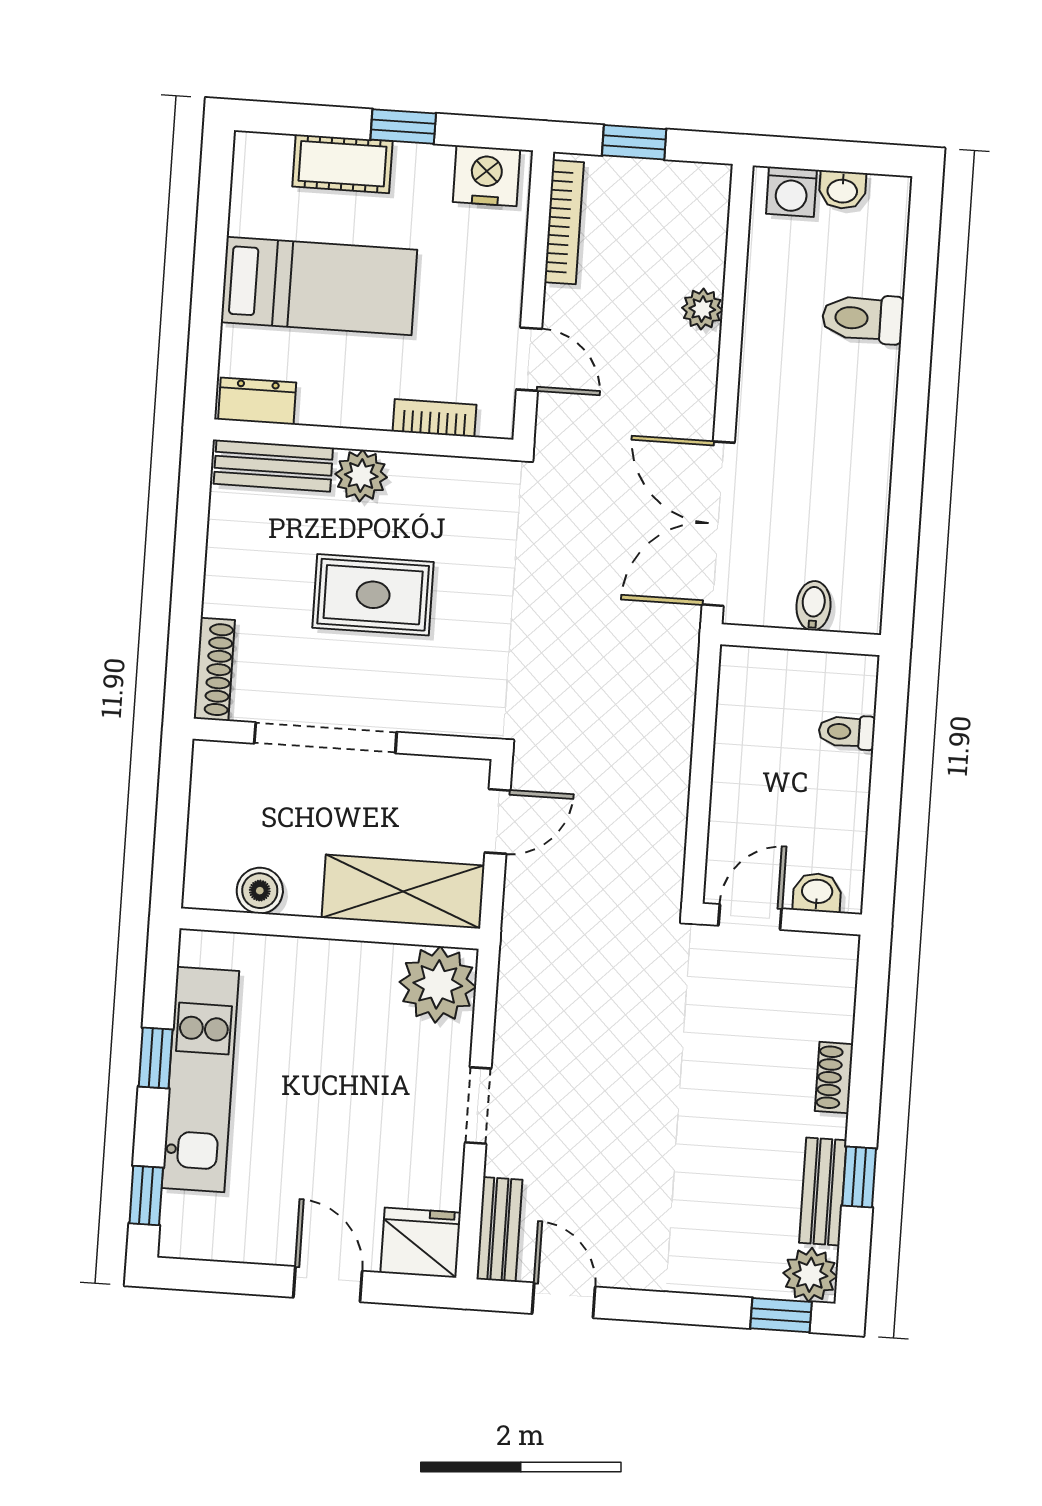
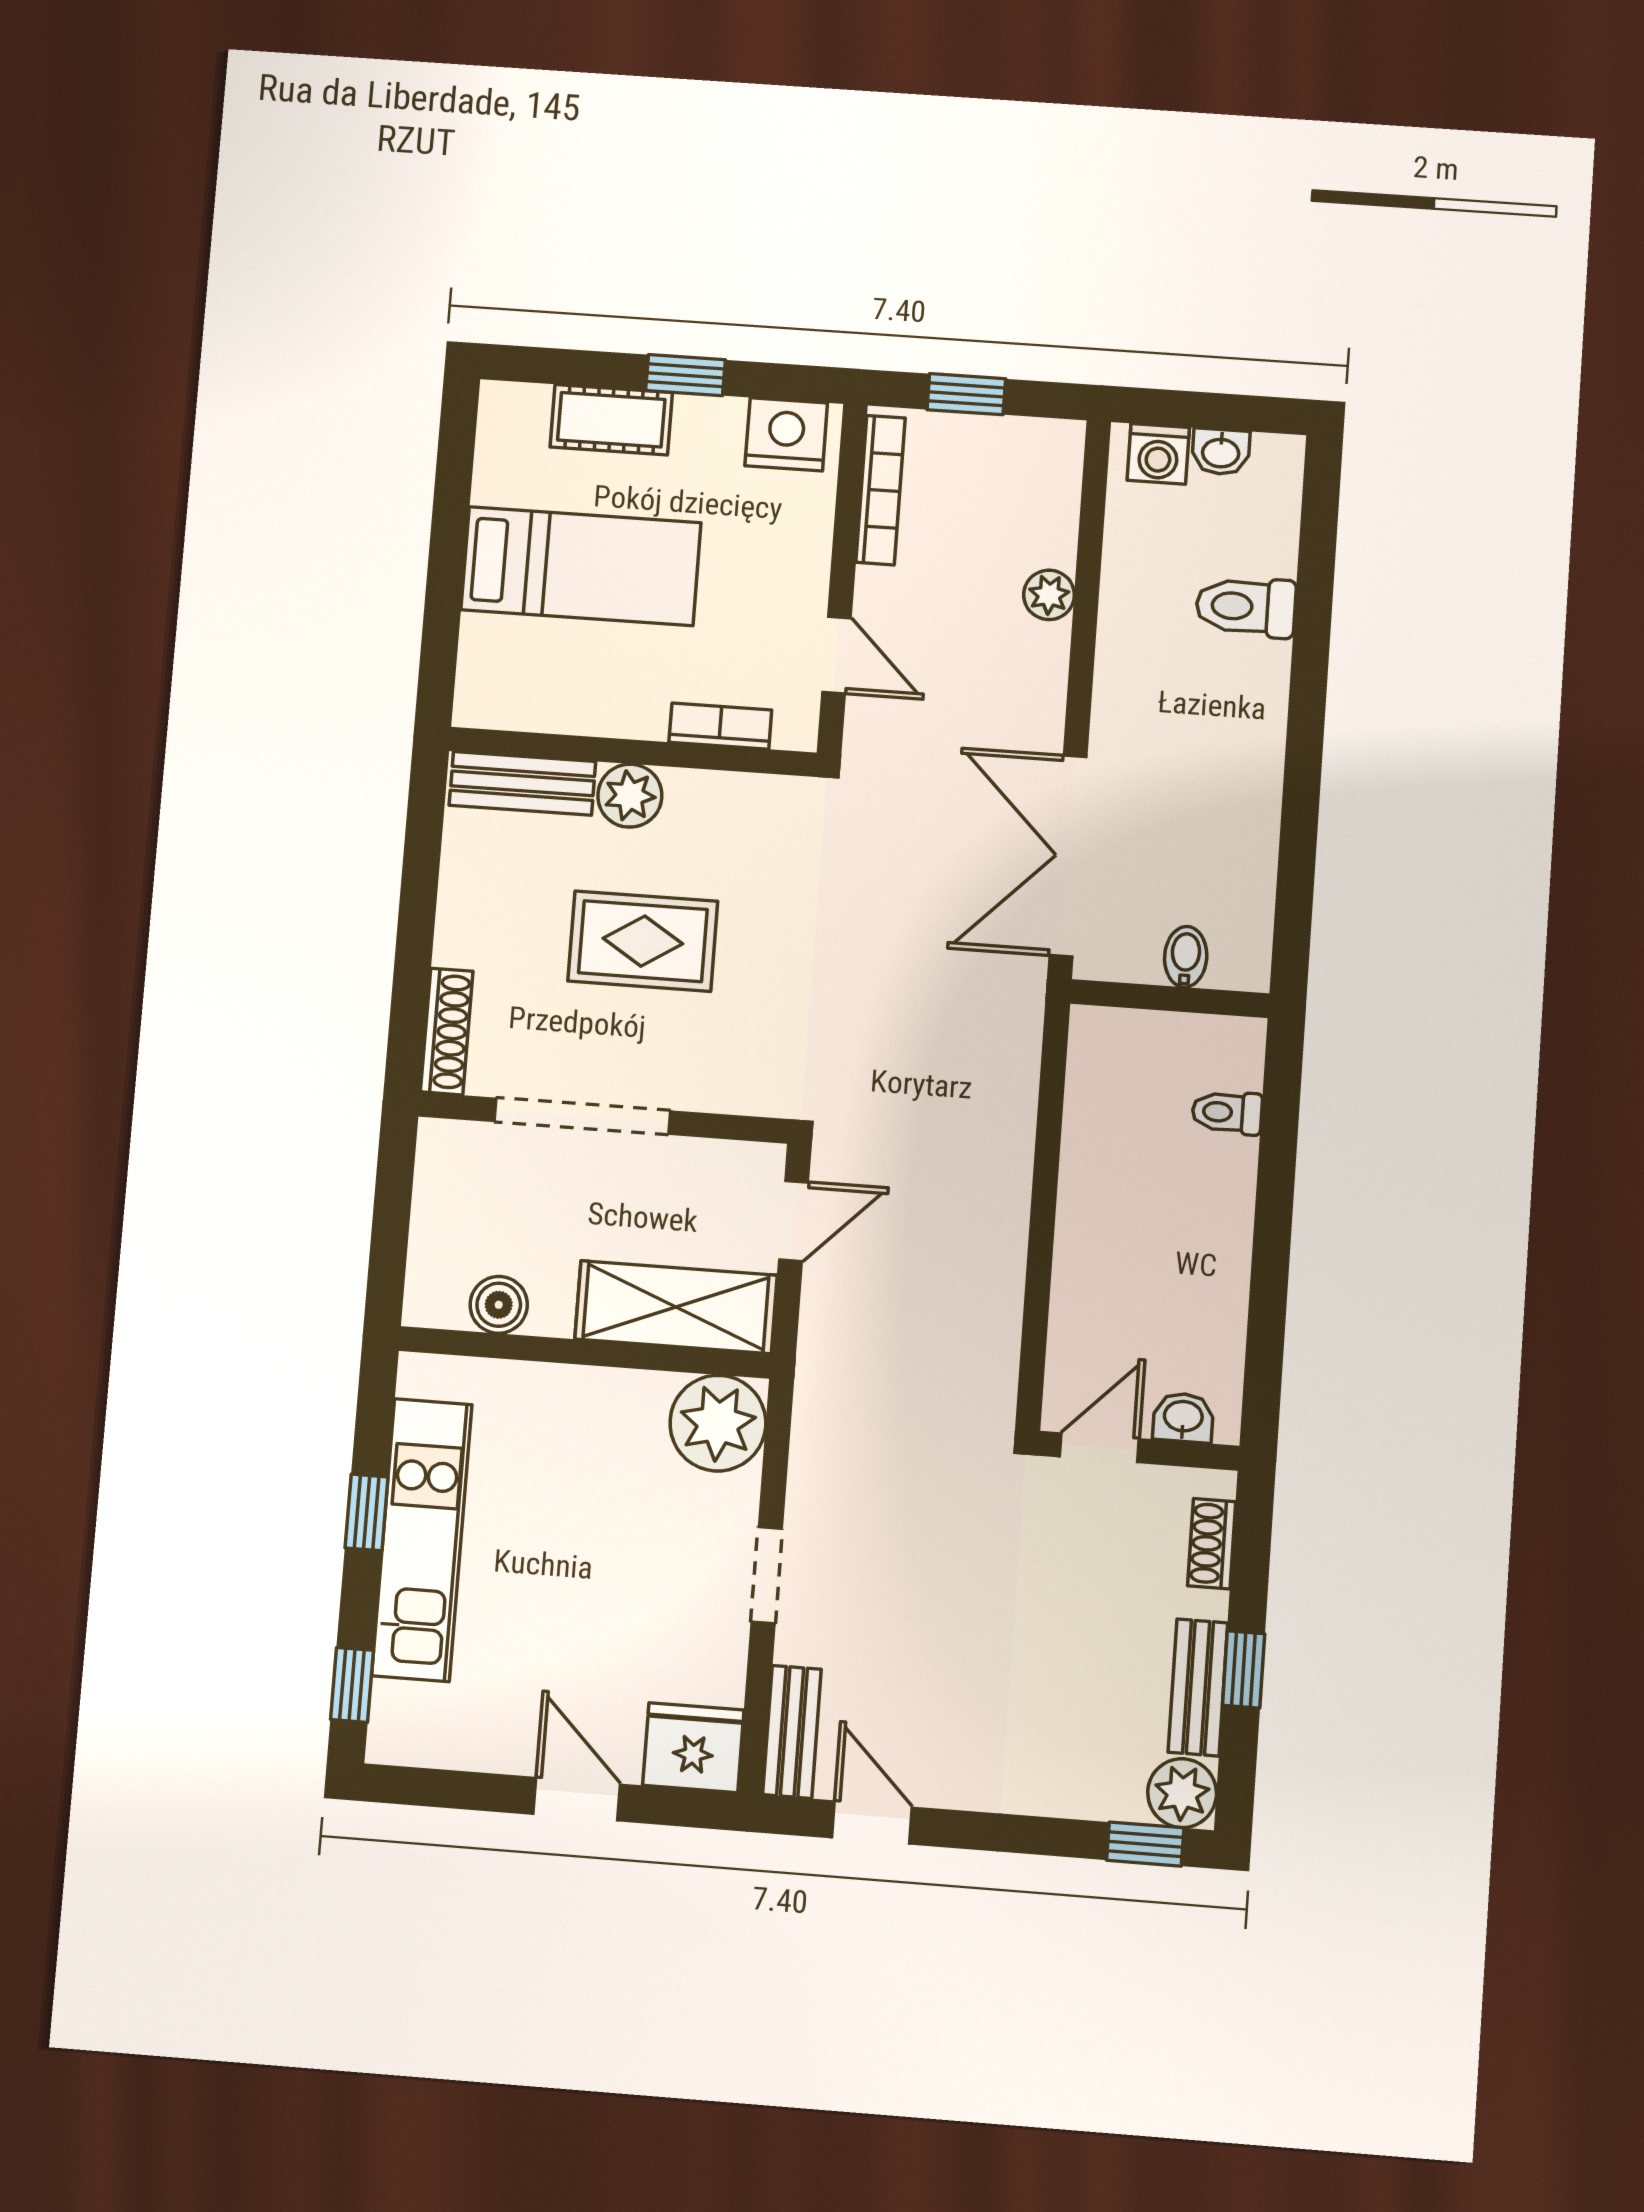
dresser: (257, 401) -> (504, 705), removed
washbasin: (817, 892) -> (1183, 1418), moved
door: (750, 917) -> (1099, 1448), moved
wall: (782, 919) -> (1139, 1451), moved

